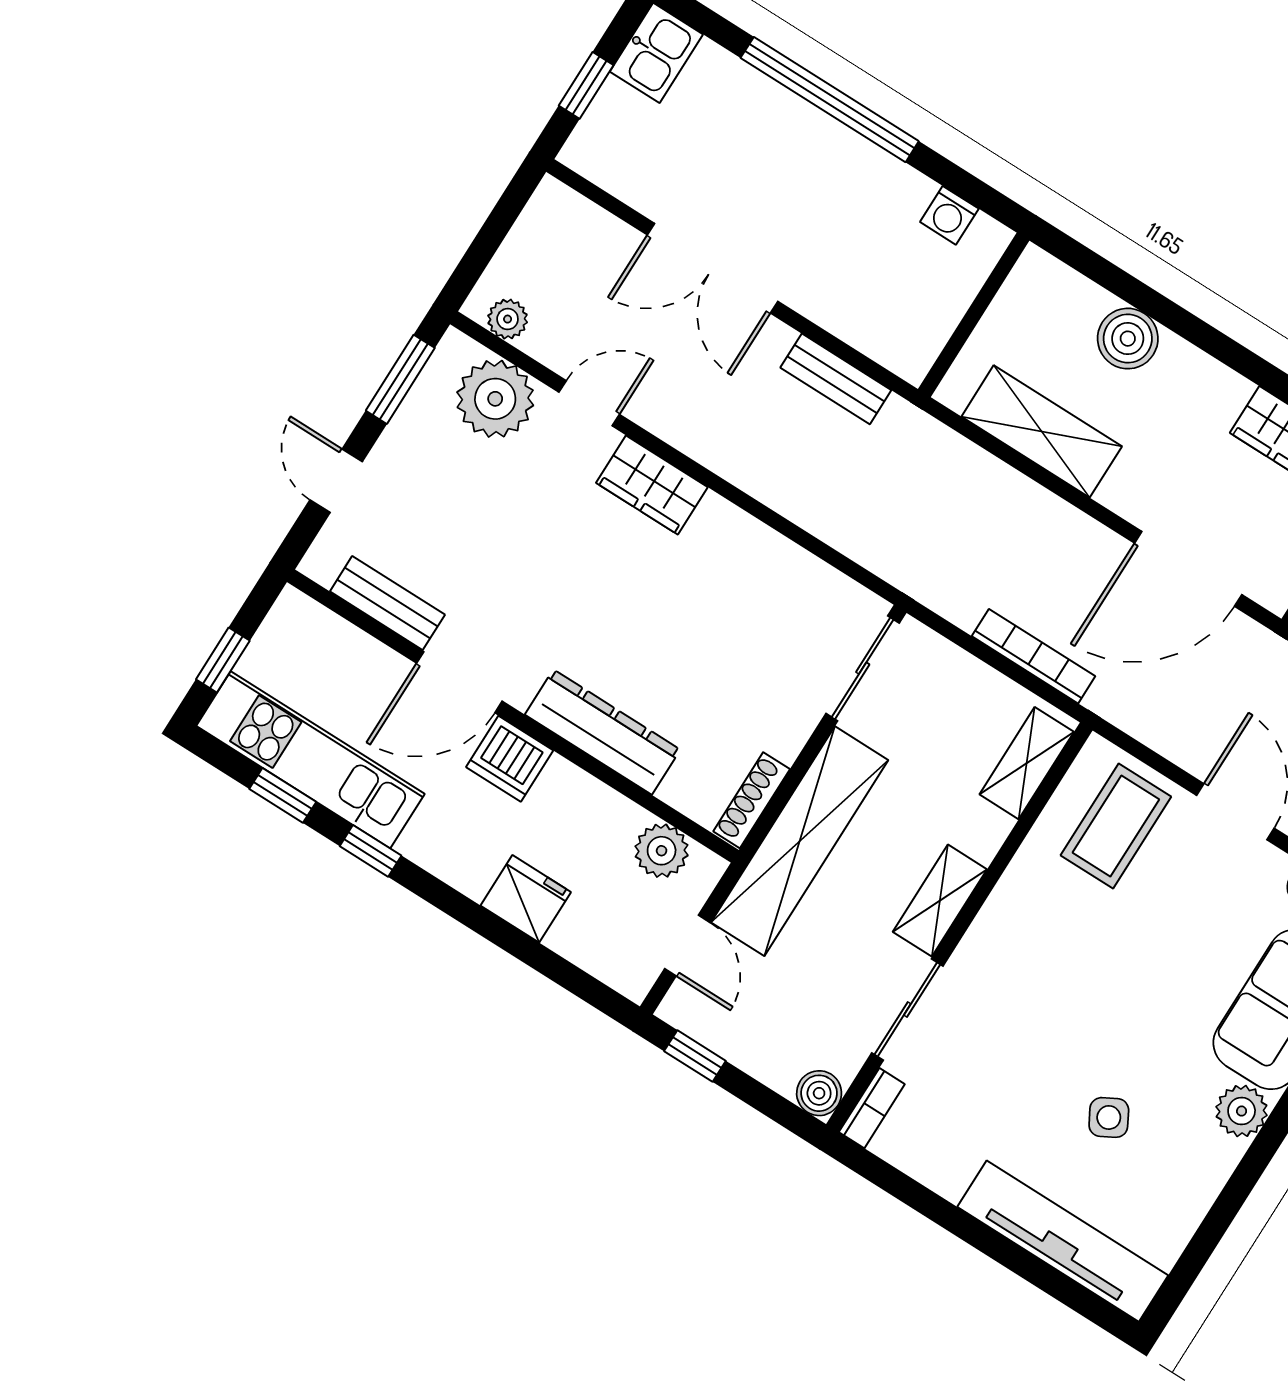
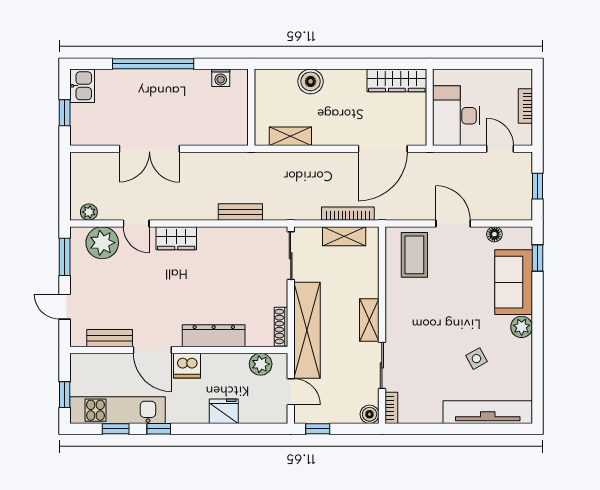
bench: (836, 379) -> (240, 212), moved
door: (589, 403) -> (136, 223), swing flipped
shelving: (1042, 431) -> (290, 136), width x0.67, depth x0.75
door: (459, 682) -> (152, 350), hinge flipped
shelving: (1027, 763) -> (344, 236), moved, turned 90

